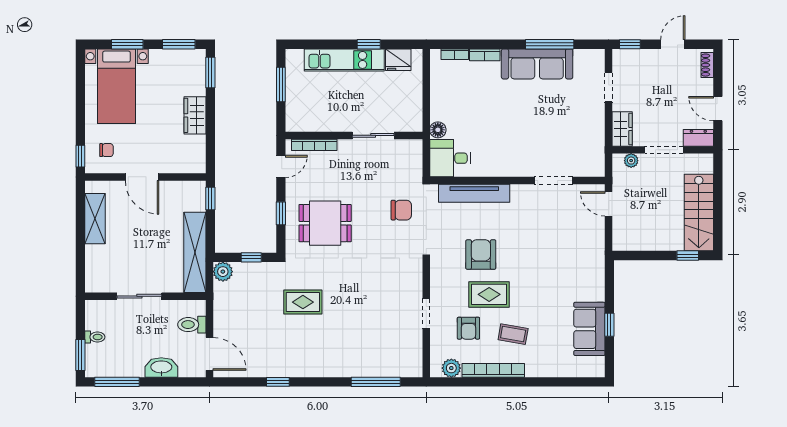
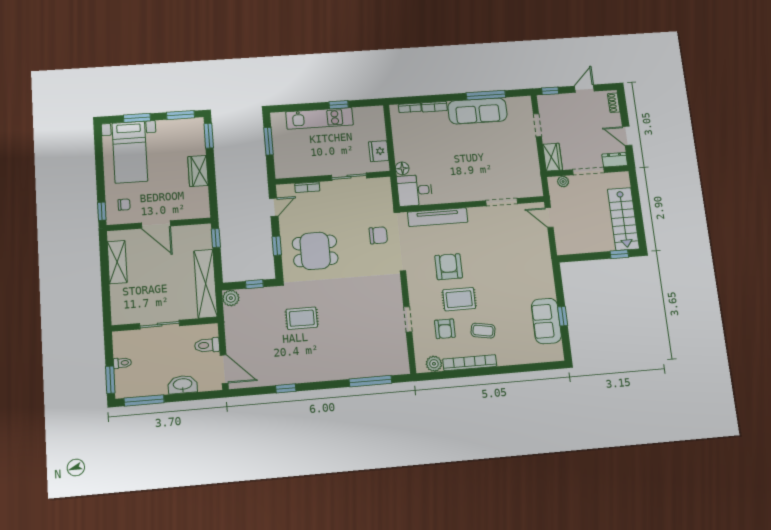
fridge: (398, 60) -> (379, 151), moved, turned 90
bookcase: (314, 145) -> (307, 187), width x0.64

